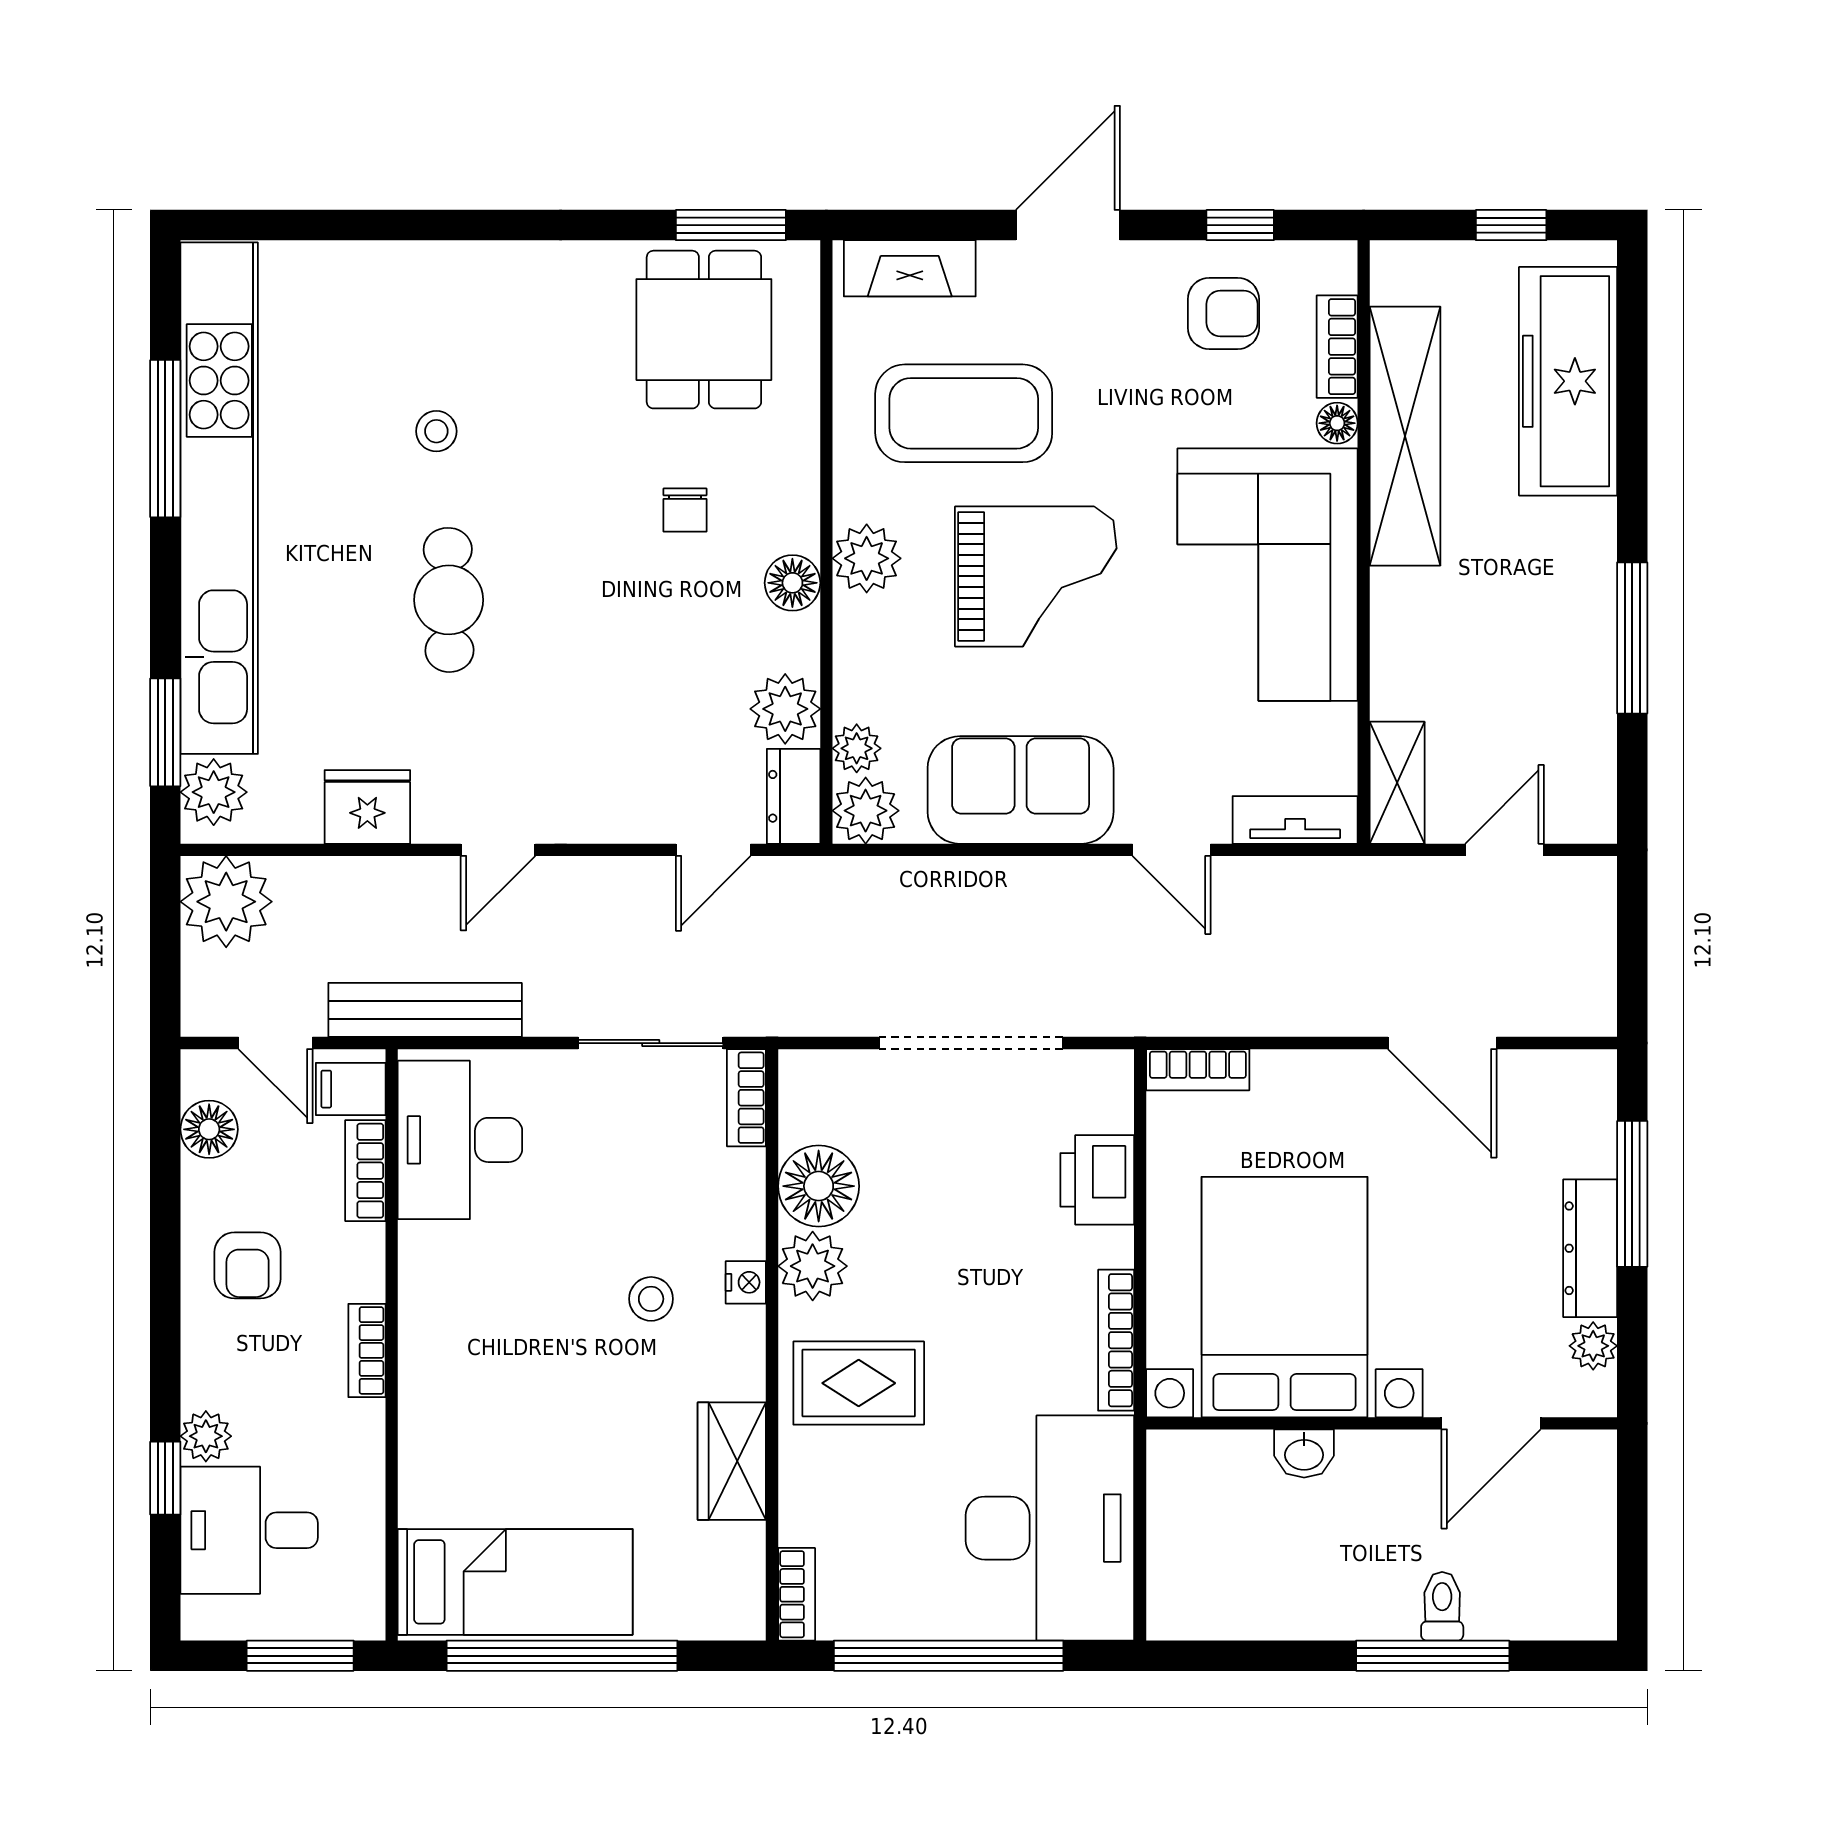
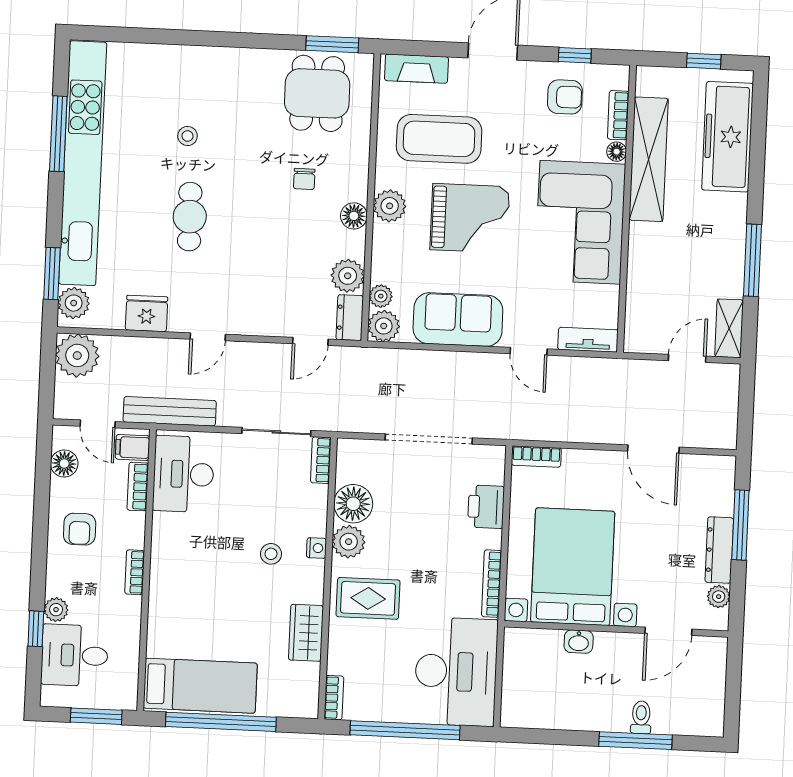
shelving: (1397, 783) -> (729, 328), moved

